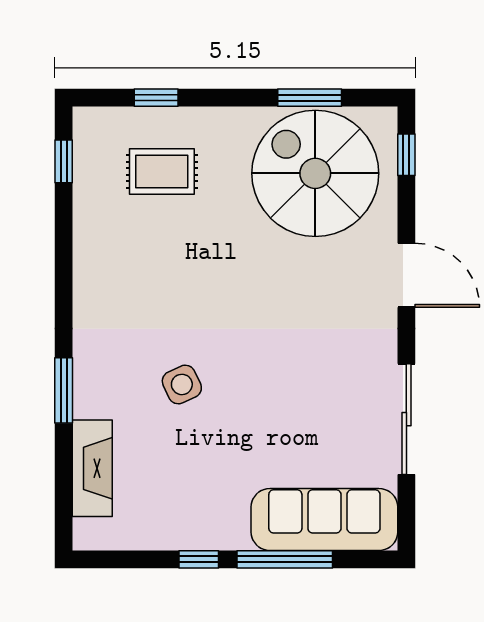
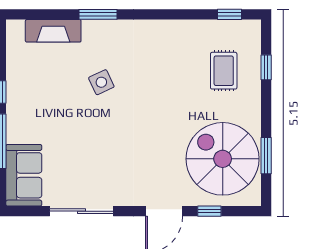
window: (406, 155) -> (209, 211), moved
spiral stairs: (315, 173) -> (223, 159), turned -90
sofa: (324, 519) -> (24, 175), width x0.73

